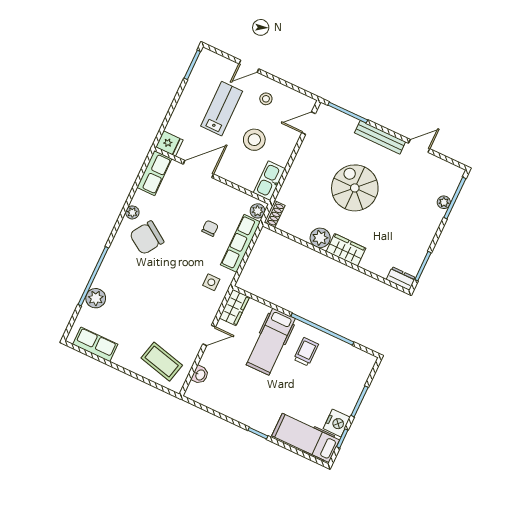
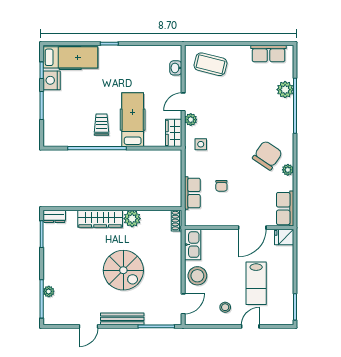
stool: (254, 140) -> (197, 276), moved
plant: (258, 211) -> (191, 120), moved
row of seats: (240, 243) -> (192, 193), width x0.68
wardrobe: (346, 250) -> (100, 219), width x1.50
trolley: (306, 352) -> (102, 125), turned 180

